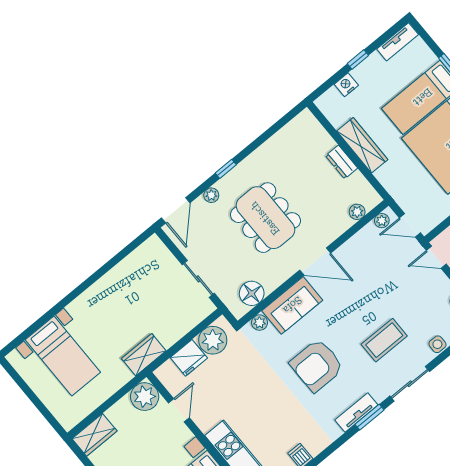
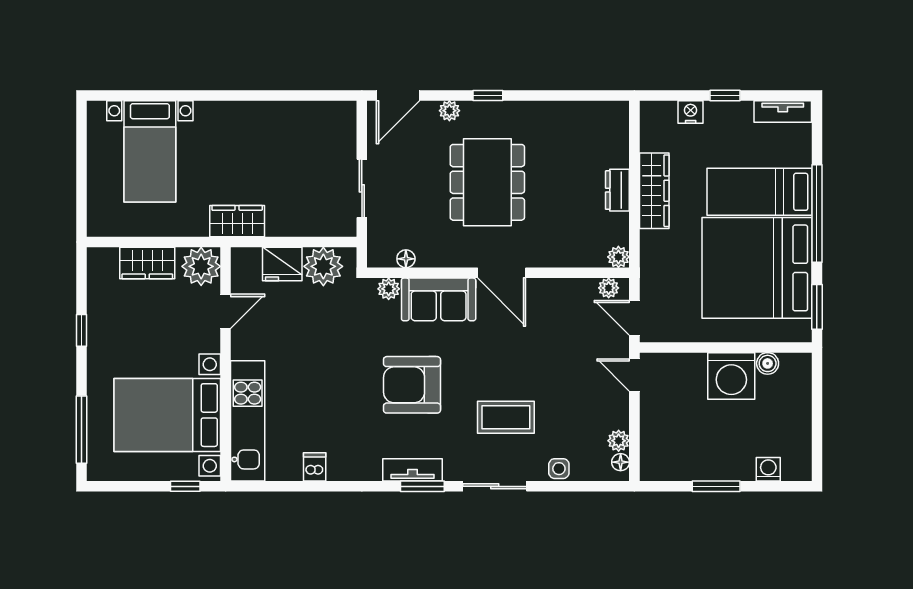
plant: (357, 212) -> (618, 257), moved
floor lamp: (252, 293) -> (406, 259), width x0.53, depth x0.53
wardrobe: (94, 435) -> (147, 263), moved

